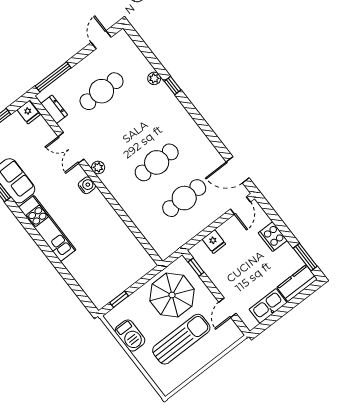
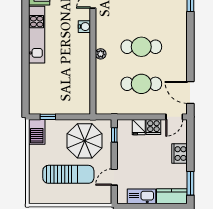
plant: (98, 167) -> (101, 54), moved
cooker: (228, 231) -> (153, 127), added
barbecue: (130, 336) -> (37, 132), moved

